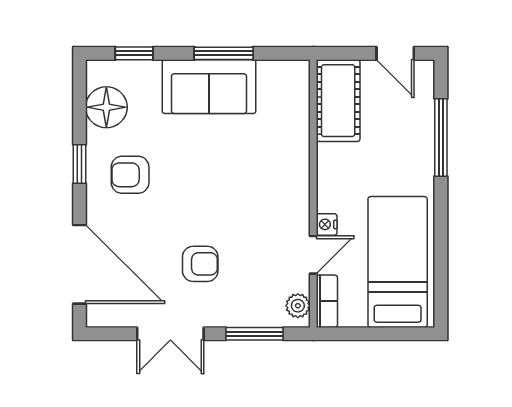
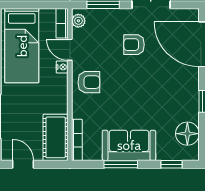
bookcase: (301, 96) -> (77, 140), added
armchair: (130, 175) -> (89, 82), moved
door: (313, 255) -> (70, 50), hinge flipped

